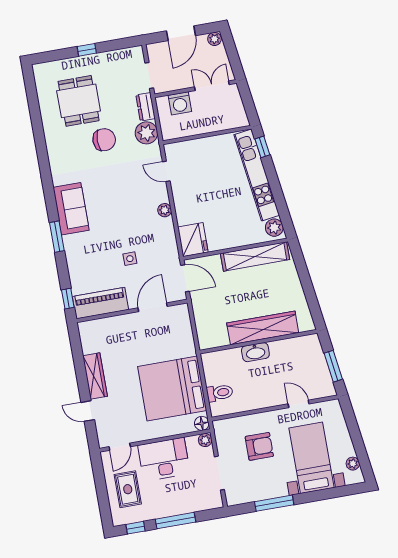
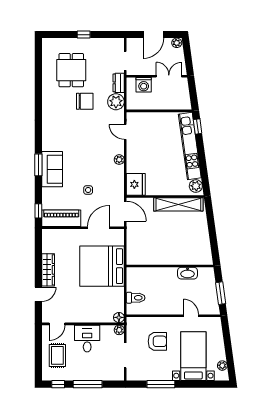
sofa: (71, 209) -> (52, 169), moved
wardrobe: (263, 328) -> (175, 257), removed
washbasin: (255, 352) -> (188, 273), moved
bed: (172, 388) -> (102, 266), moved
door: (88, 411) -> (38, 294), swing flipped
desk: (164, 459) -> (87, 339), width x0.73

